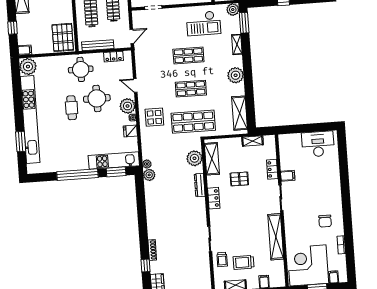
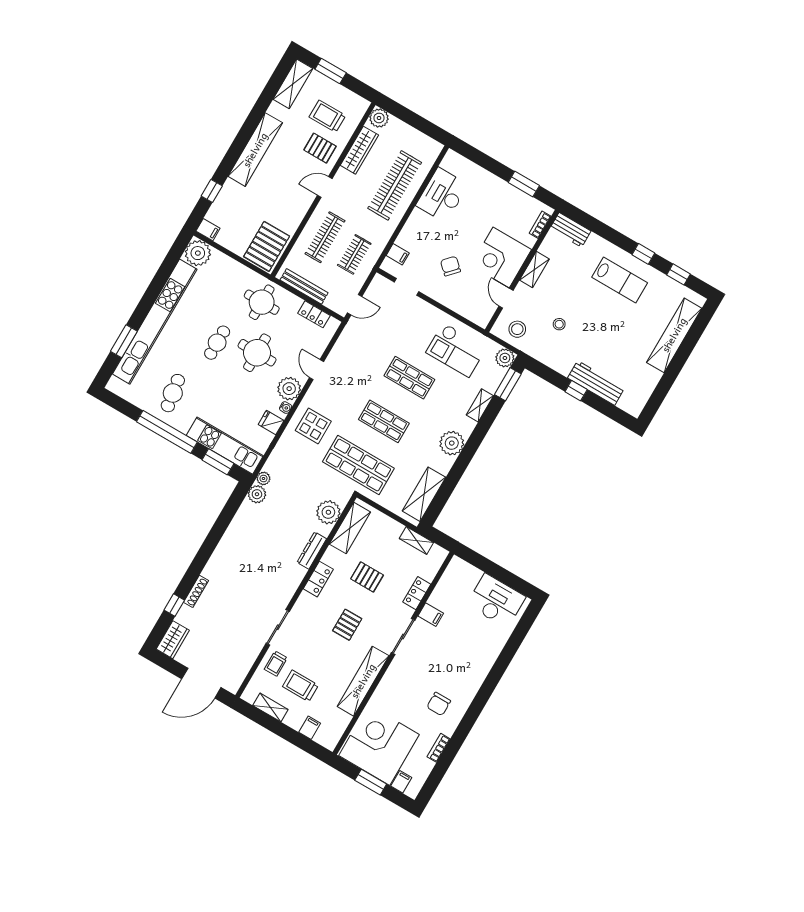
cafe table: (66, 151) -> (173, 393), added
pallet: (246, 212) -> (347, 625), added

